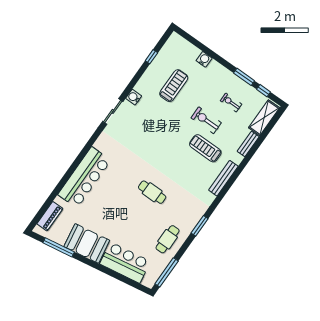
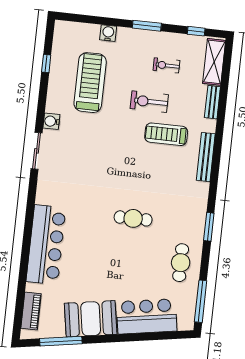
window: (244, 77) -> (147, 26), moved
treadmill: (174, 86) -> (90, 83), width x1.37, depth x1.38

